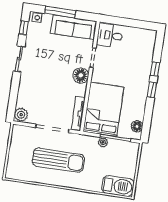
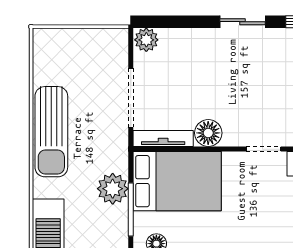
floor lamp: (81, 75) -> (208, 133), moved
plant: (103, 142) -> (113, 189), width x1.88, depth x1.88
sun lounger: (58, 160) -> (51, 132), moved

